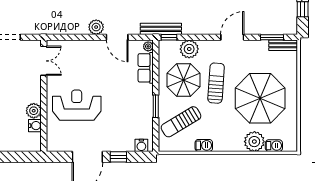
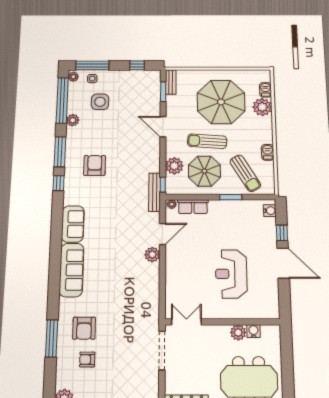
double door: (44, 61) -> (186, 322), moved
wall: (44, 96) -> (222, 322), moved
plant: (34, 111) -> (238, 332), moved
water cooler: (35, 126) -> (254, 331), moved

